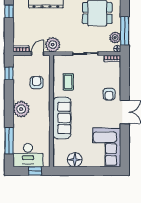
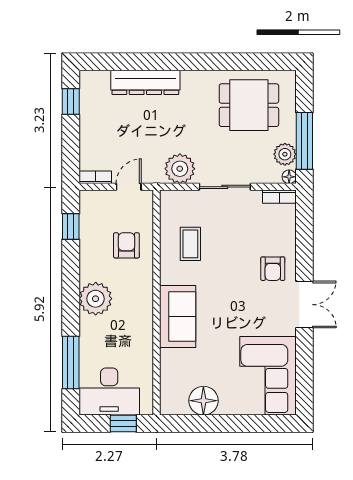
plant: (53, 45) -> (180, 169), moved
sofa: (62, 118) -> (178, 317), width x0.73

